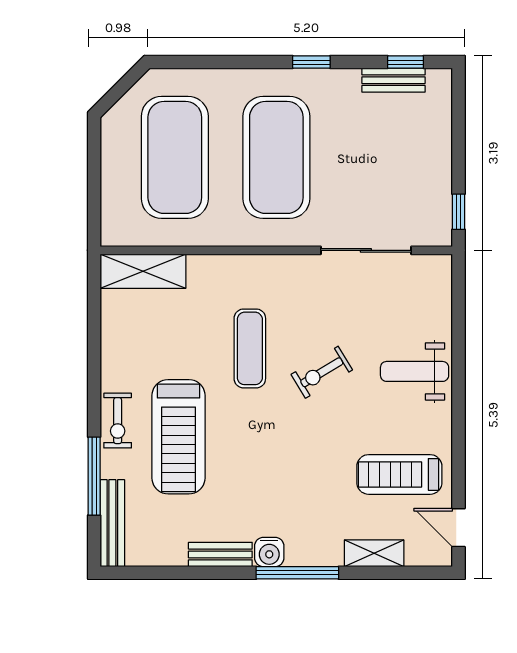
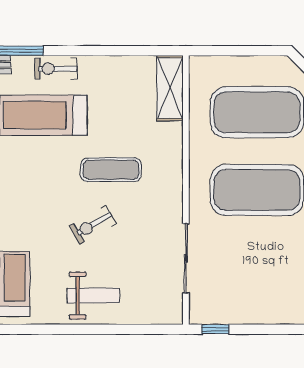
weight bench: (415, 371) -> (93, 296), turned 90
exercise bike: (322, 372) -> (93, 225), turned -89

